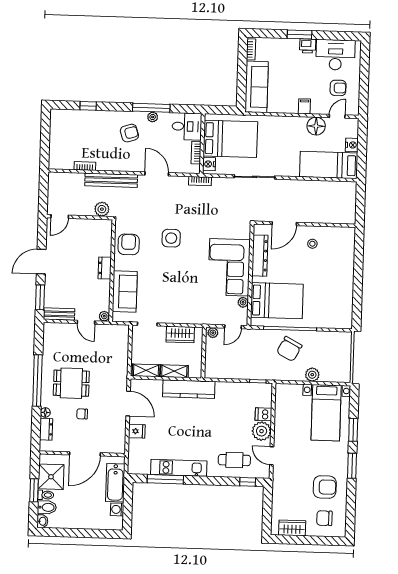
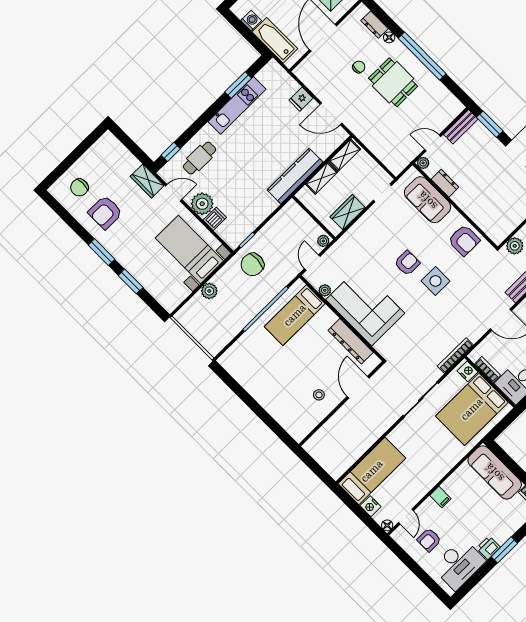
floor lamp: (316, 126) -> (387, 525), moved, width x0.53, depth x0.53
bookcase: (200, 181) -> (455, 356), width x1.56
armchair: (177, 267) -> (407, 263), added
dresser: (105, 268) -> (445, 183), moved
bed: (277, 301) -> (295, 315), width x0.67
chair: (289, 349) -> (252, 264), moved, turned -114
dining table: (71, 383) -> (393, 82), turned 90
bed with nightstands: (326, 413) -> (189, 250), moved
window: (165, 479) -> (238, 85), width x0.69
chair: (324, 518) -> (79, 187), turned 180
wardrobe: (292, 528) -> (147, 181), moved, turned 90

